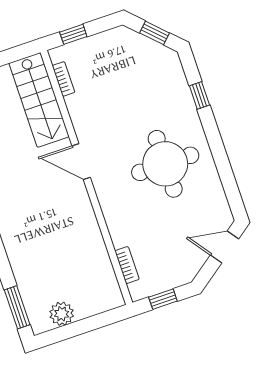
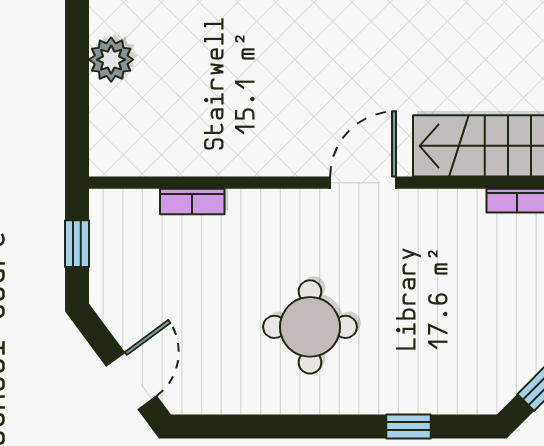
round table: (165, 164) -> (310, 327), width x0.73, depth x0.73
bookcase: (127, 265) -> (192, 201), moved

